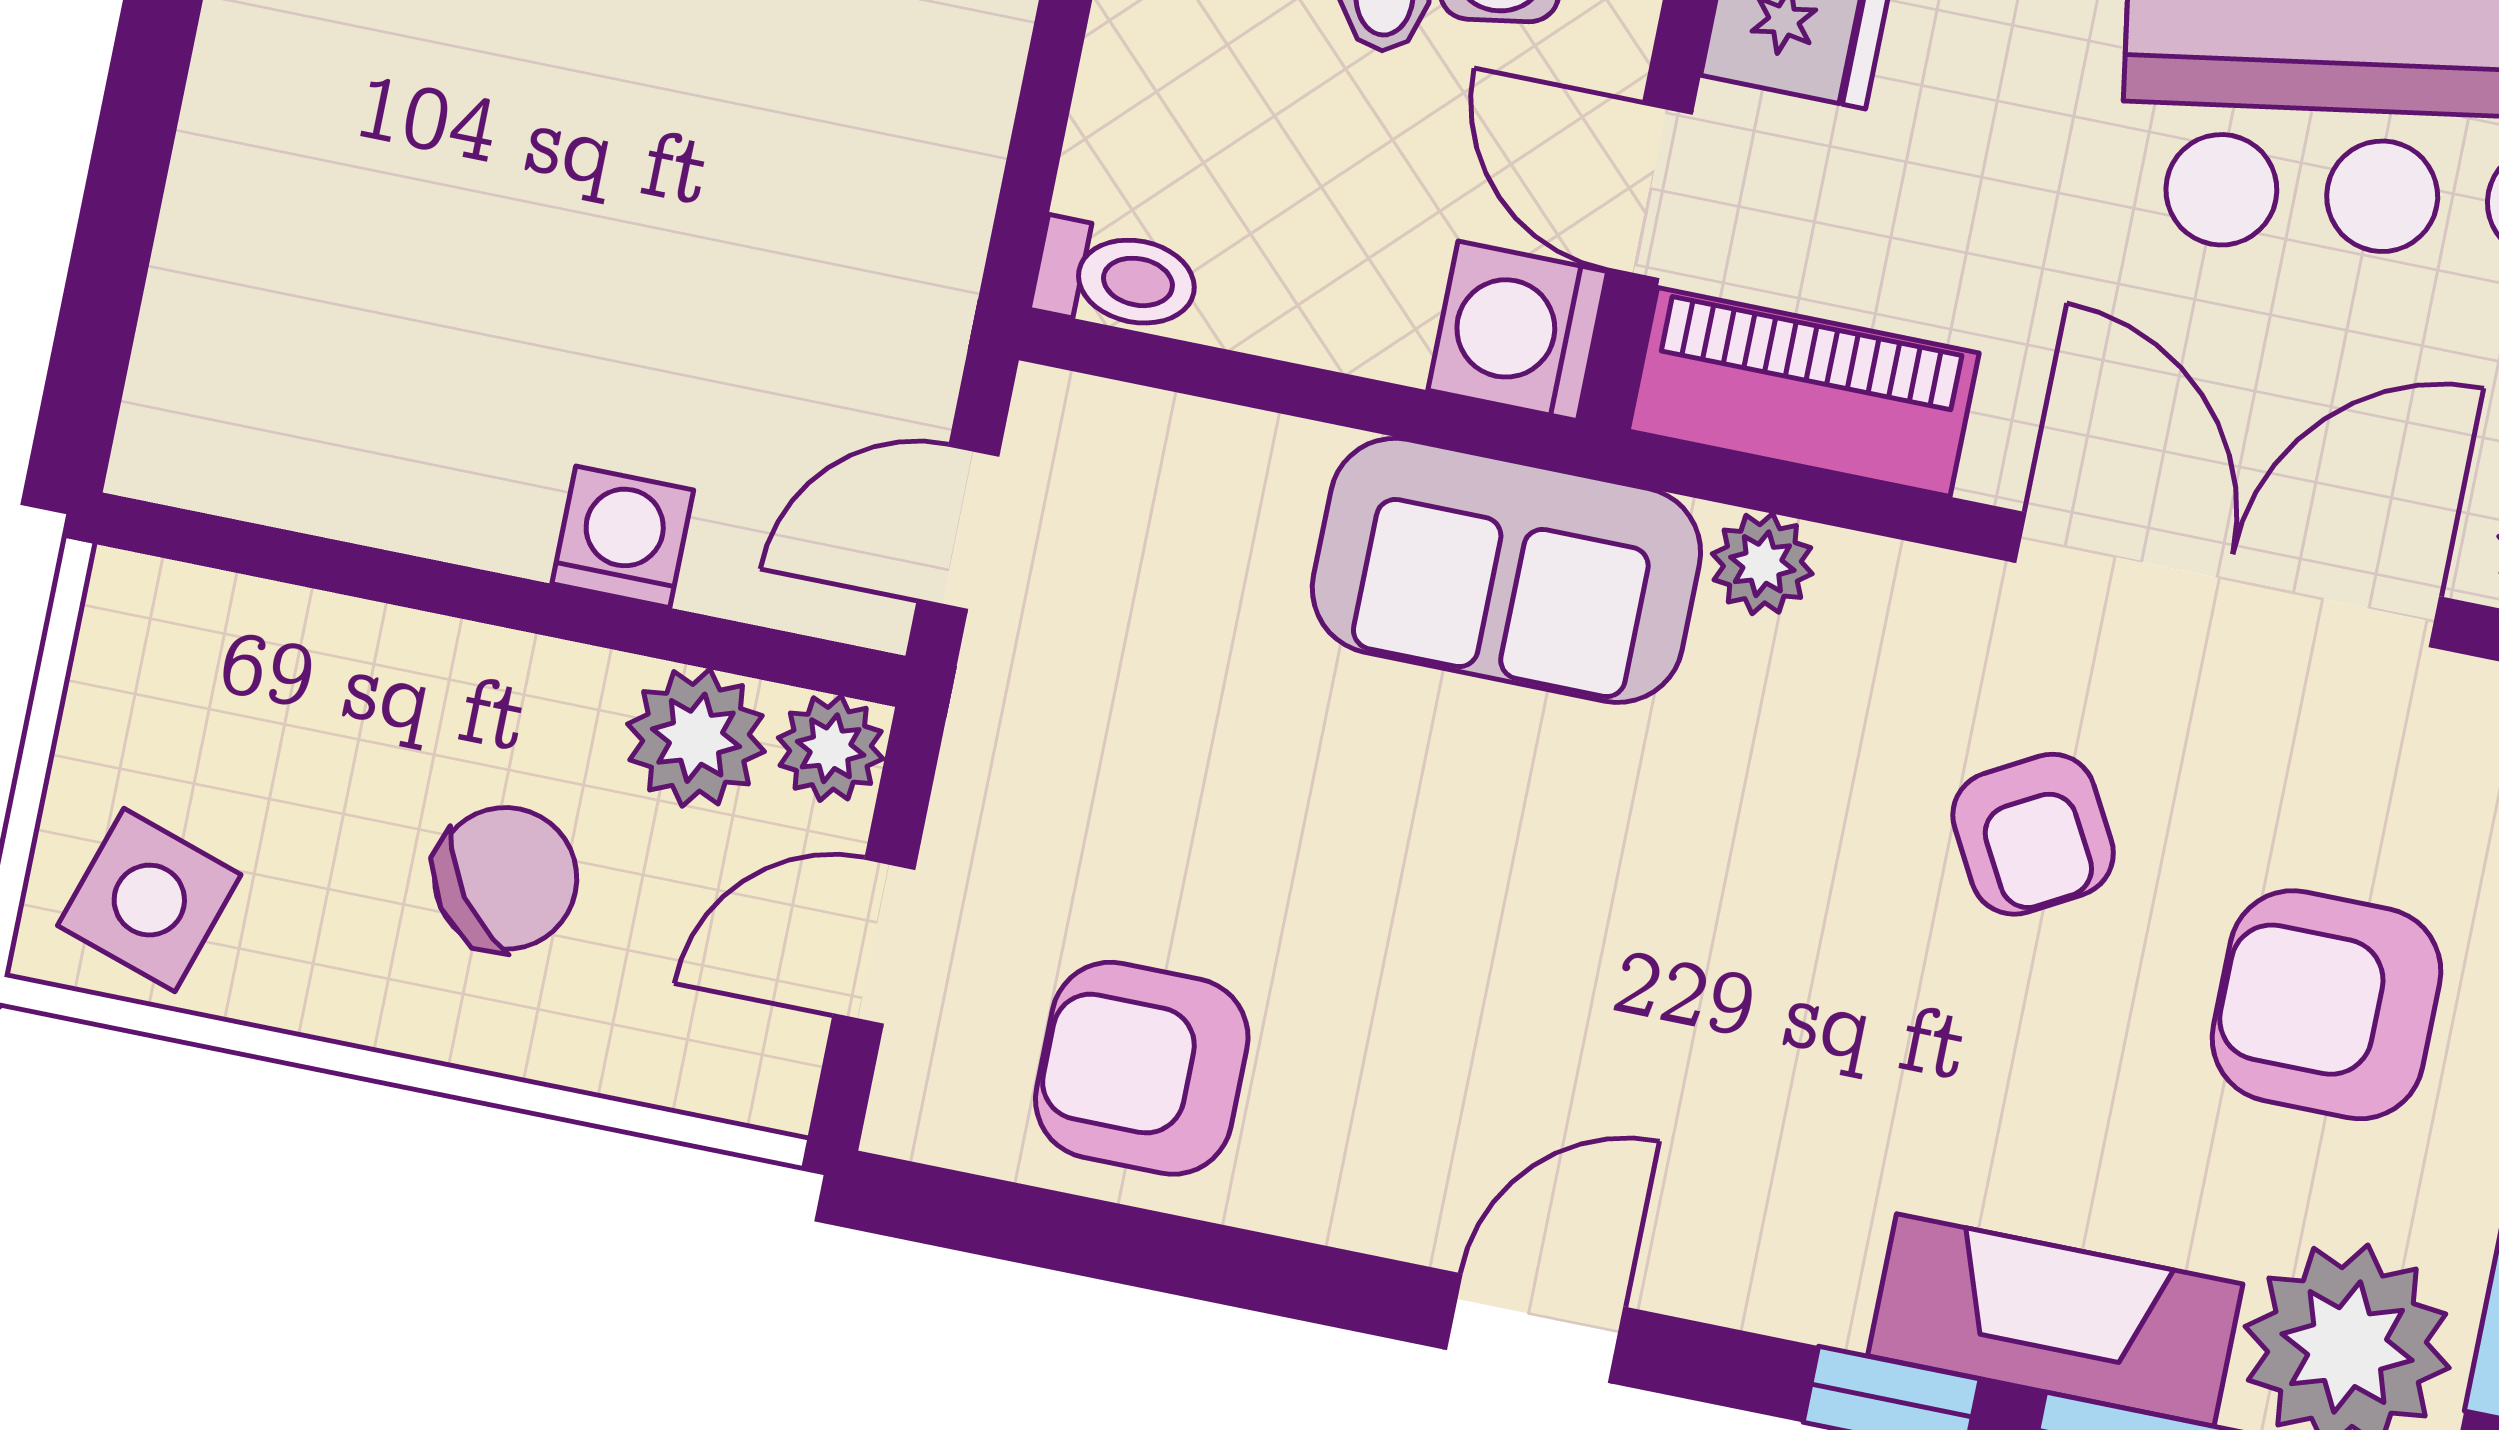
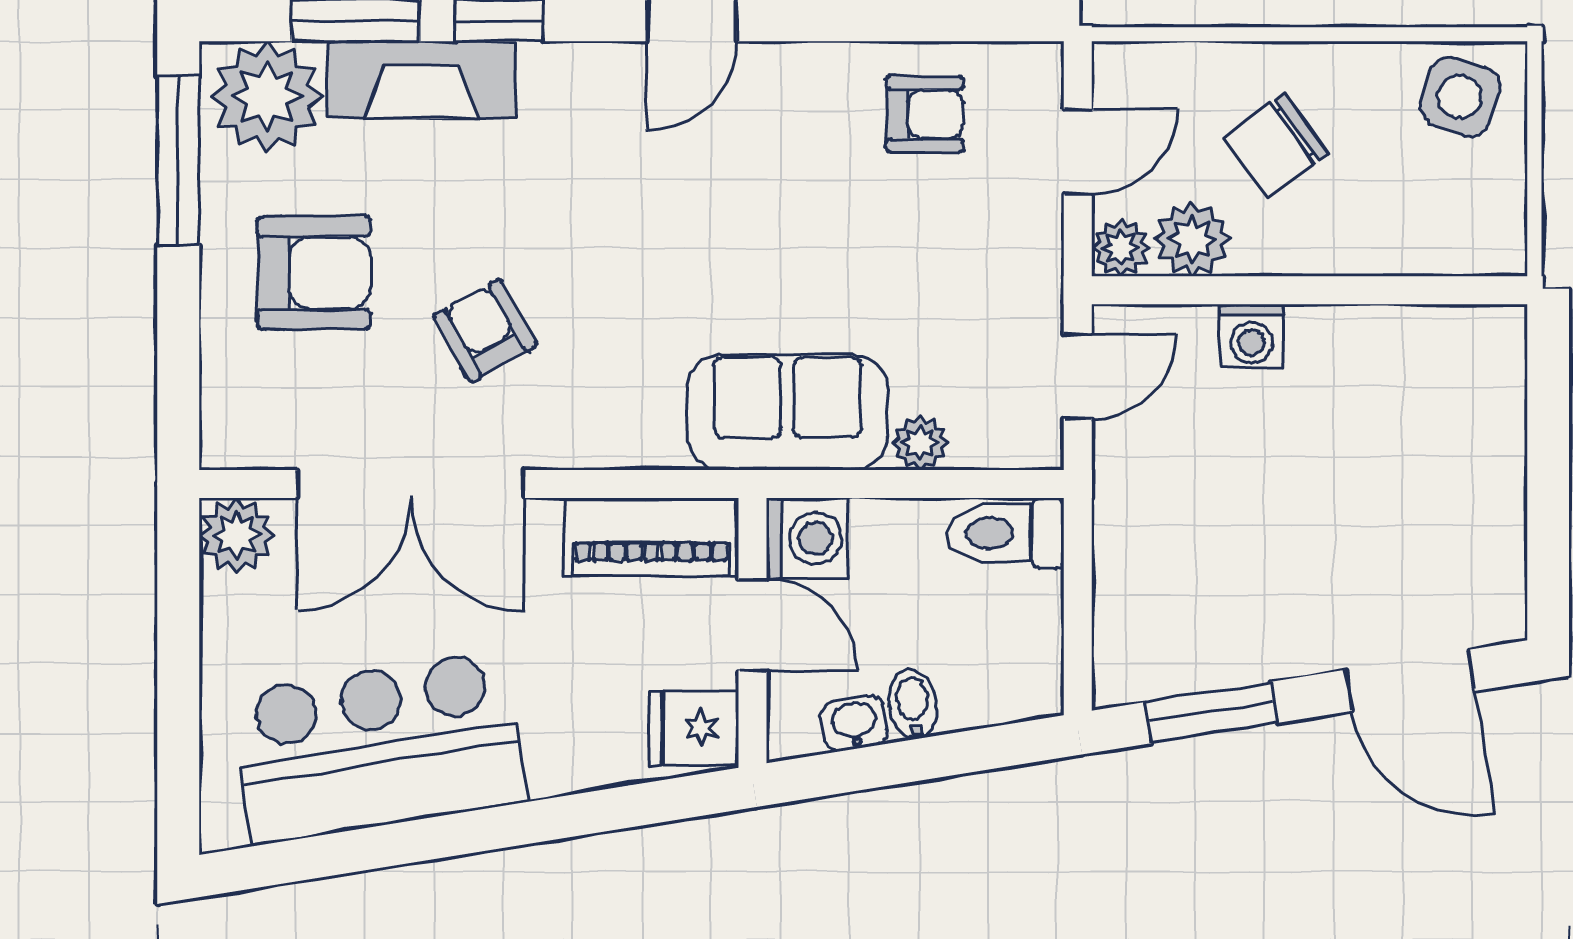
toilet: (1116, 278) -> (1006, 533), width x1.37, depth x1.39
plant: (1762, 564) -> (920, 443), moved
armchair: (1142, 1068) -> (925, 114), width x0.72, depth x0.72

